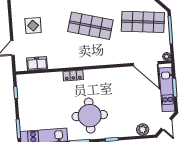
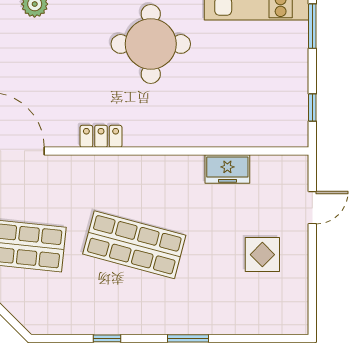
freezer: (37, 64) -> (227, 169), moved
locker: (73, 75) -> (101, 136), moved

